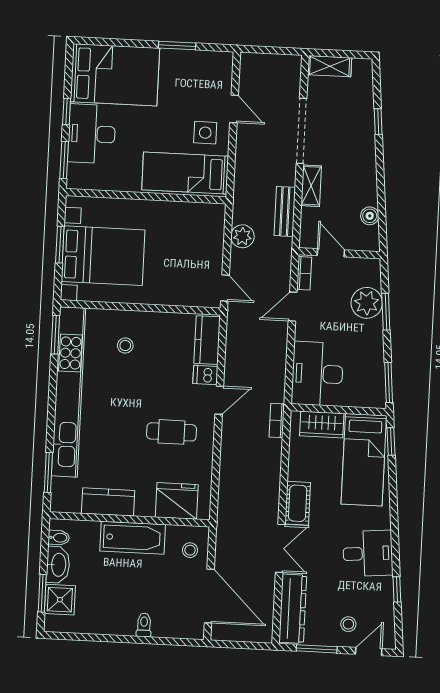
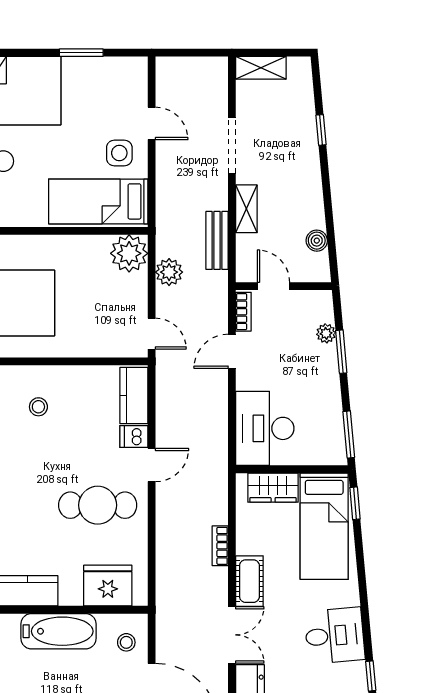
doorway: (302, 131) -> (232, 145), width x0.73
plant: (209, 219) -> (129, 253), added
plant: (367, 303) -> (326, 333), width x0.53, depth x0.53
bookcase: (277, 420) -> (220, 546), moved
cafe table: (172, 432) -> (98, 505), width x1.37, depth x1.35

